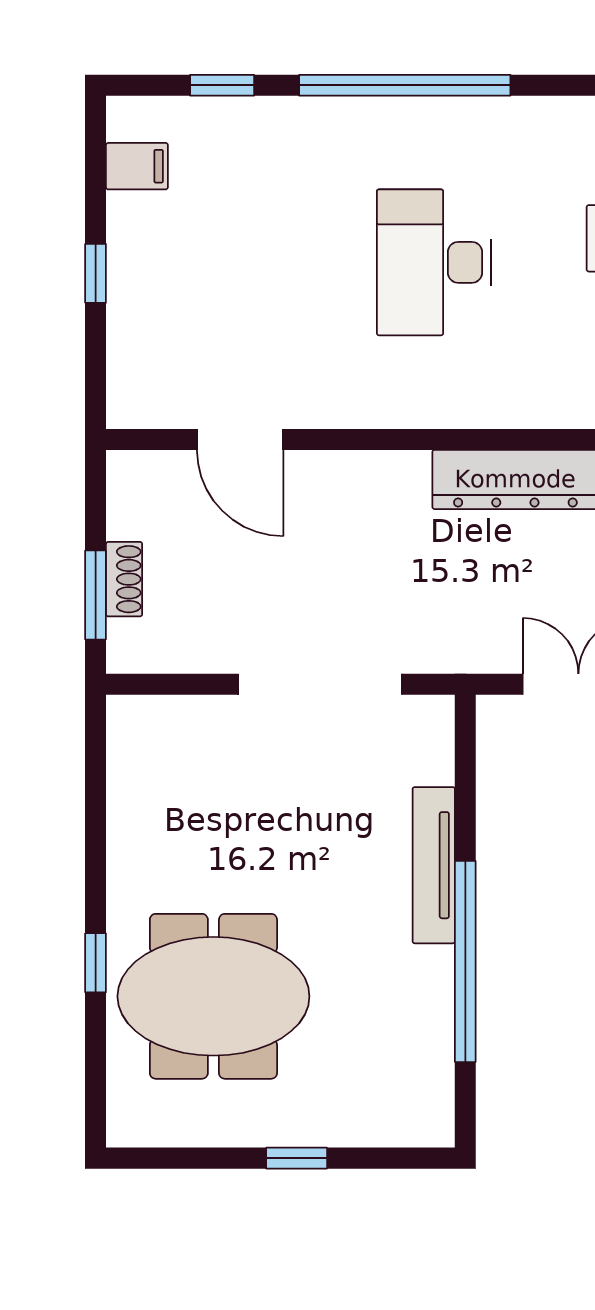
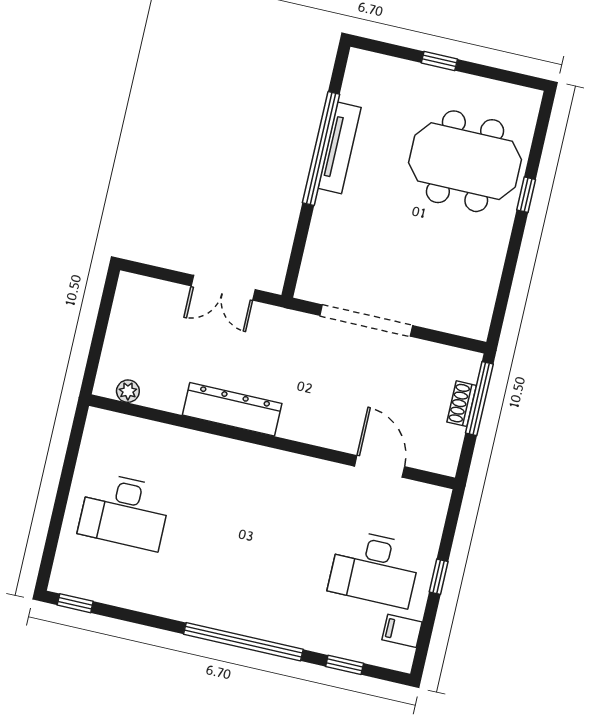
desk: (434, 262) -> (375, 568), moved, turned 90
window: (96, 595) -> (479, 399), width x1.44
tv unit: (434, 865) -> (340, 148), moved

